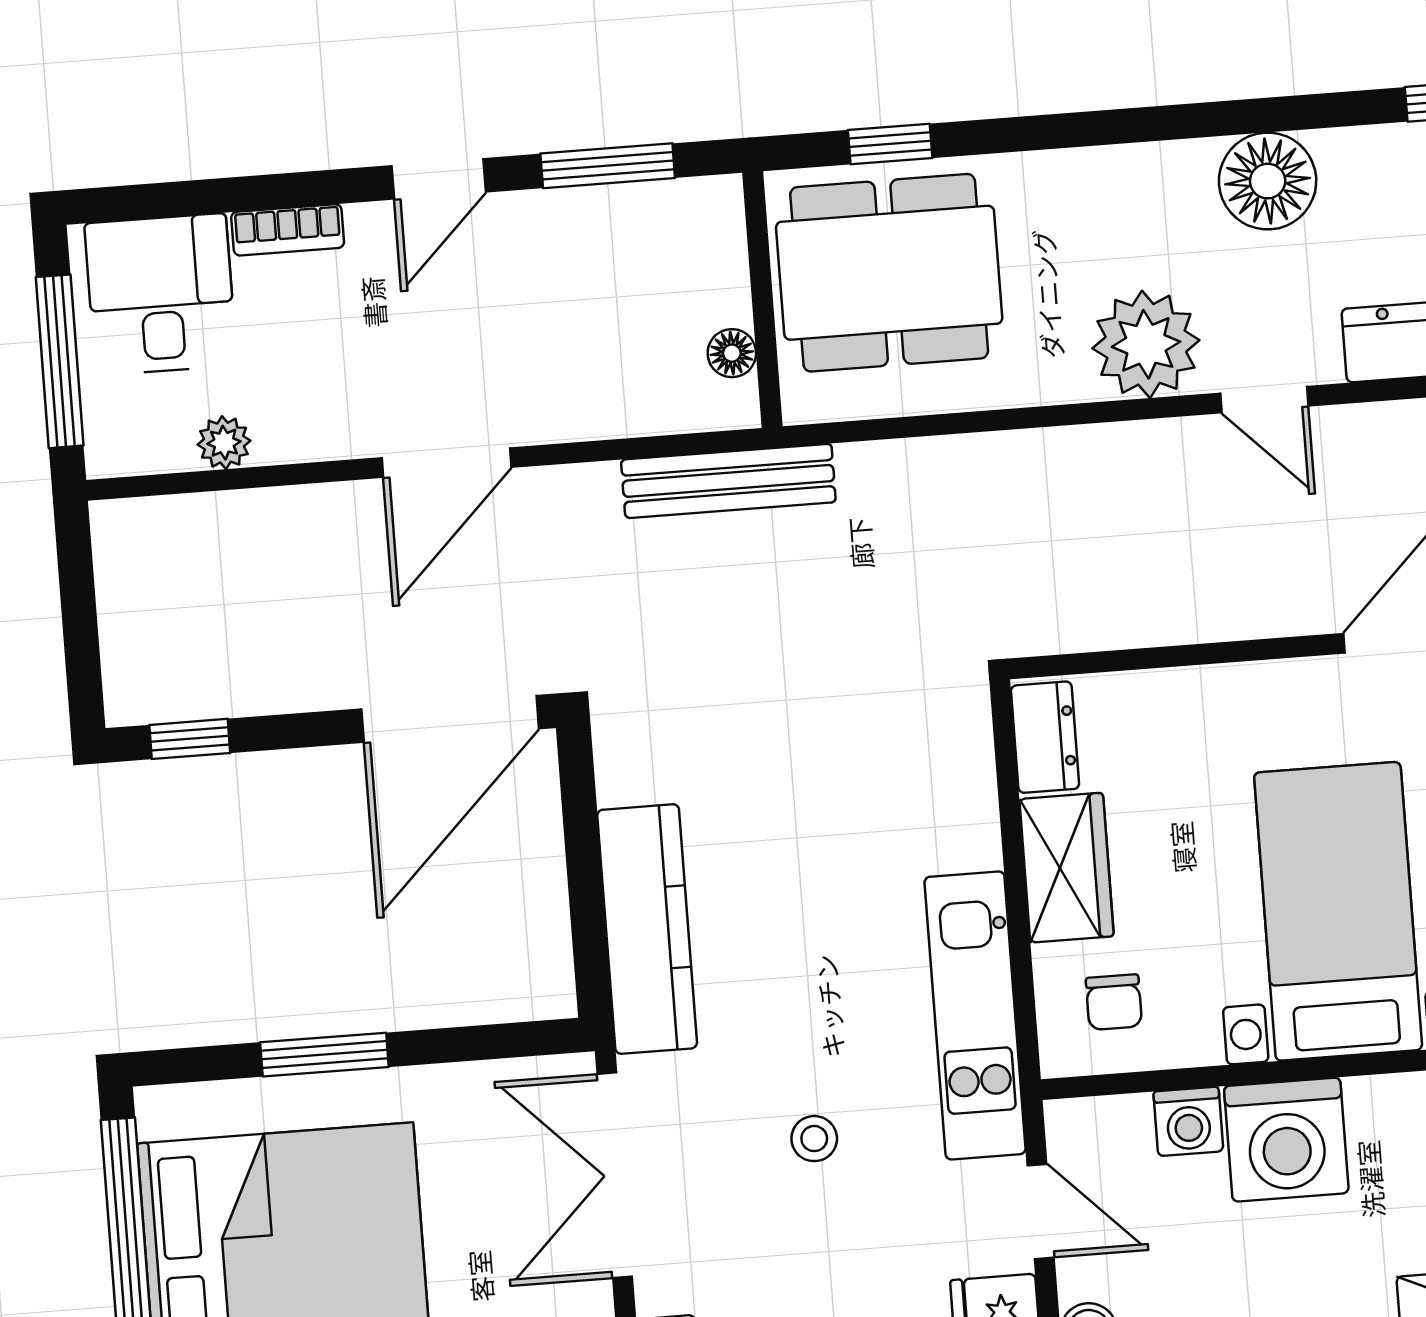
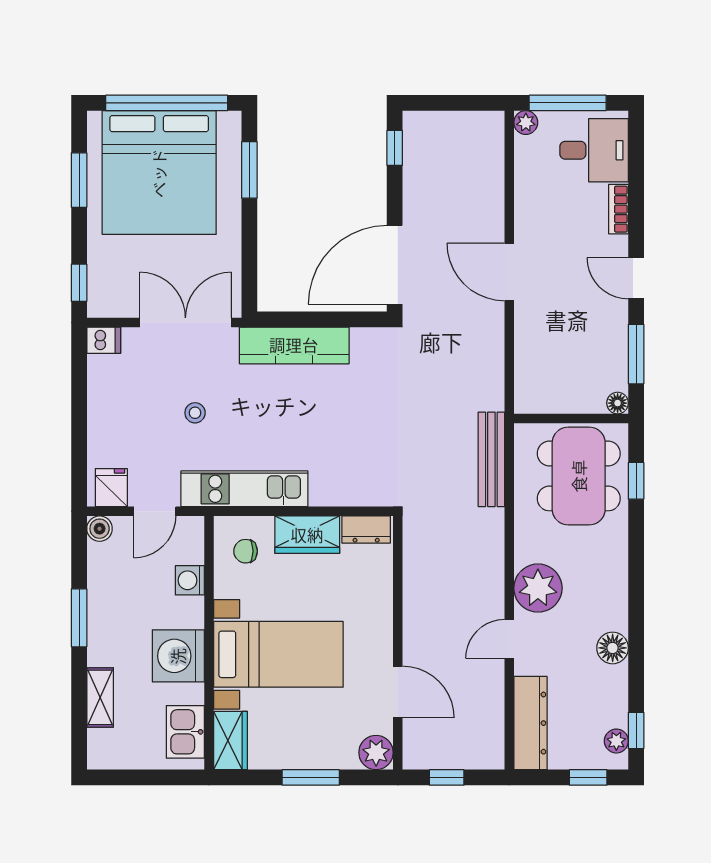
floor lamp: (1268, 181) -> (613, 648), width x0.73, depth x0.73
floor lamp: (732, 353) -> (618, 403), moved
plant: (224, 443) -> (526, 123), moved
bench: (728, 481) -> (491, 459), moved
door: (450, 719) -> (395, 265), hinge flipped
window: (324, 1055) -> (249, 170), moved
washing machine: (1286, 1140) -> (178, 656), moved

